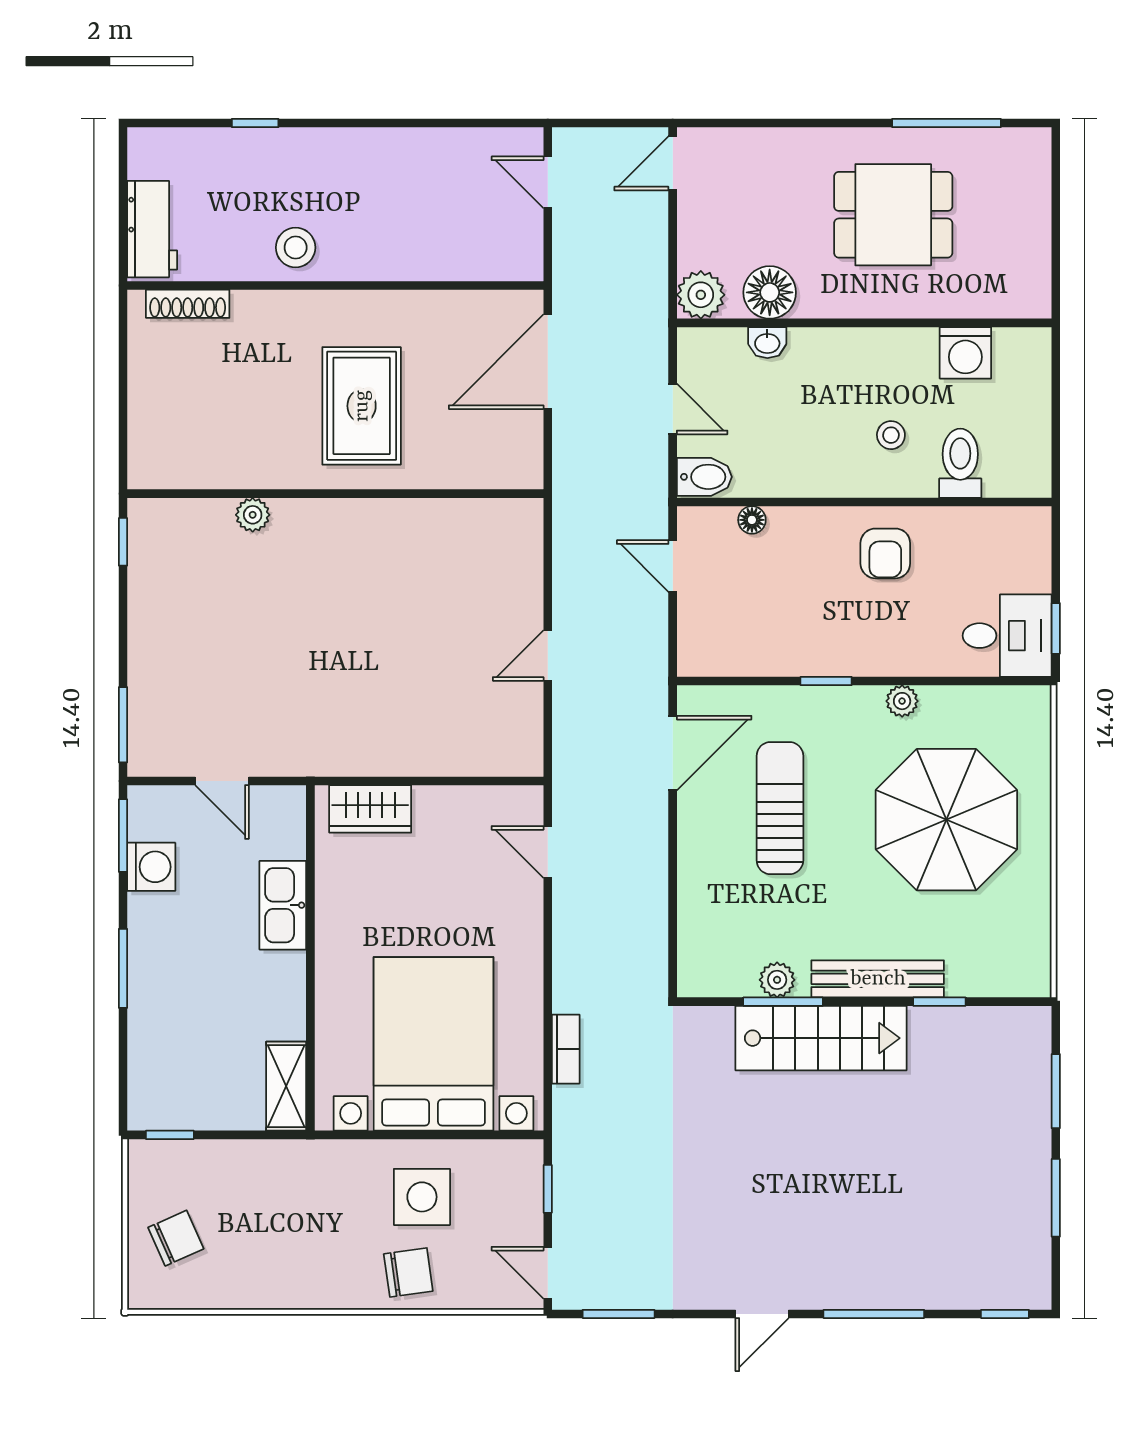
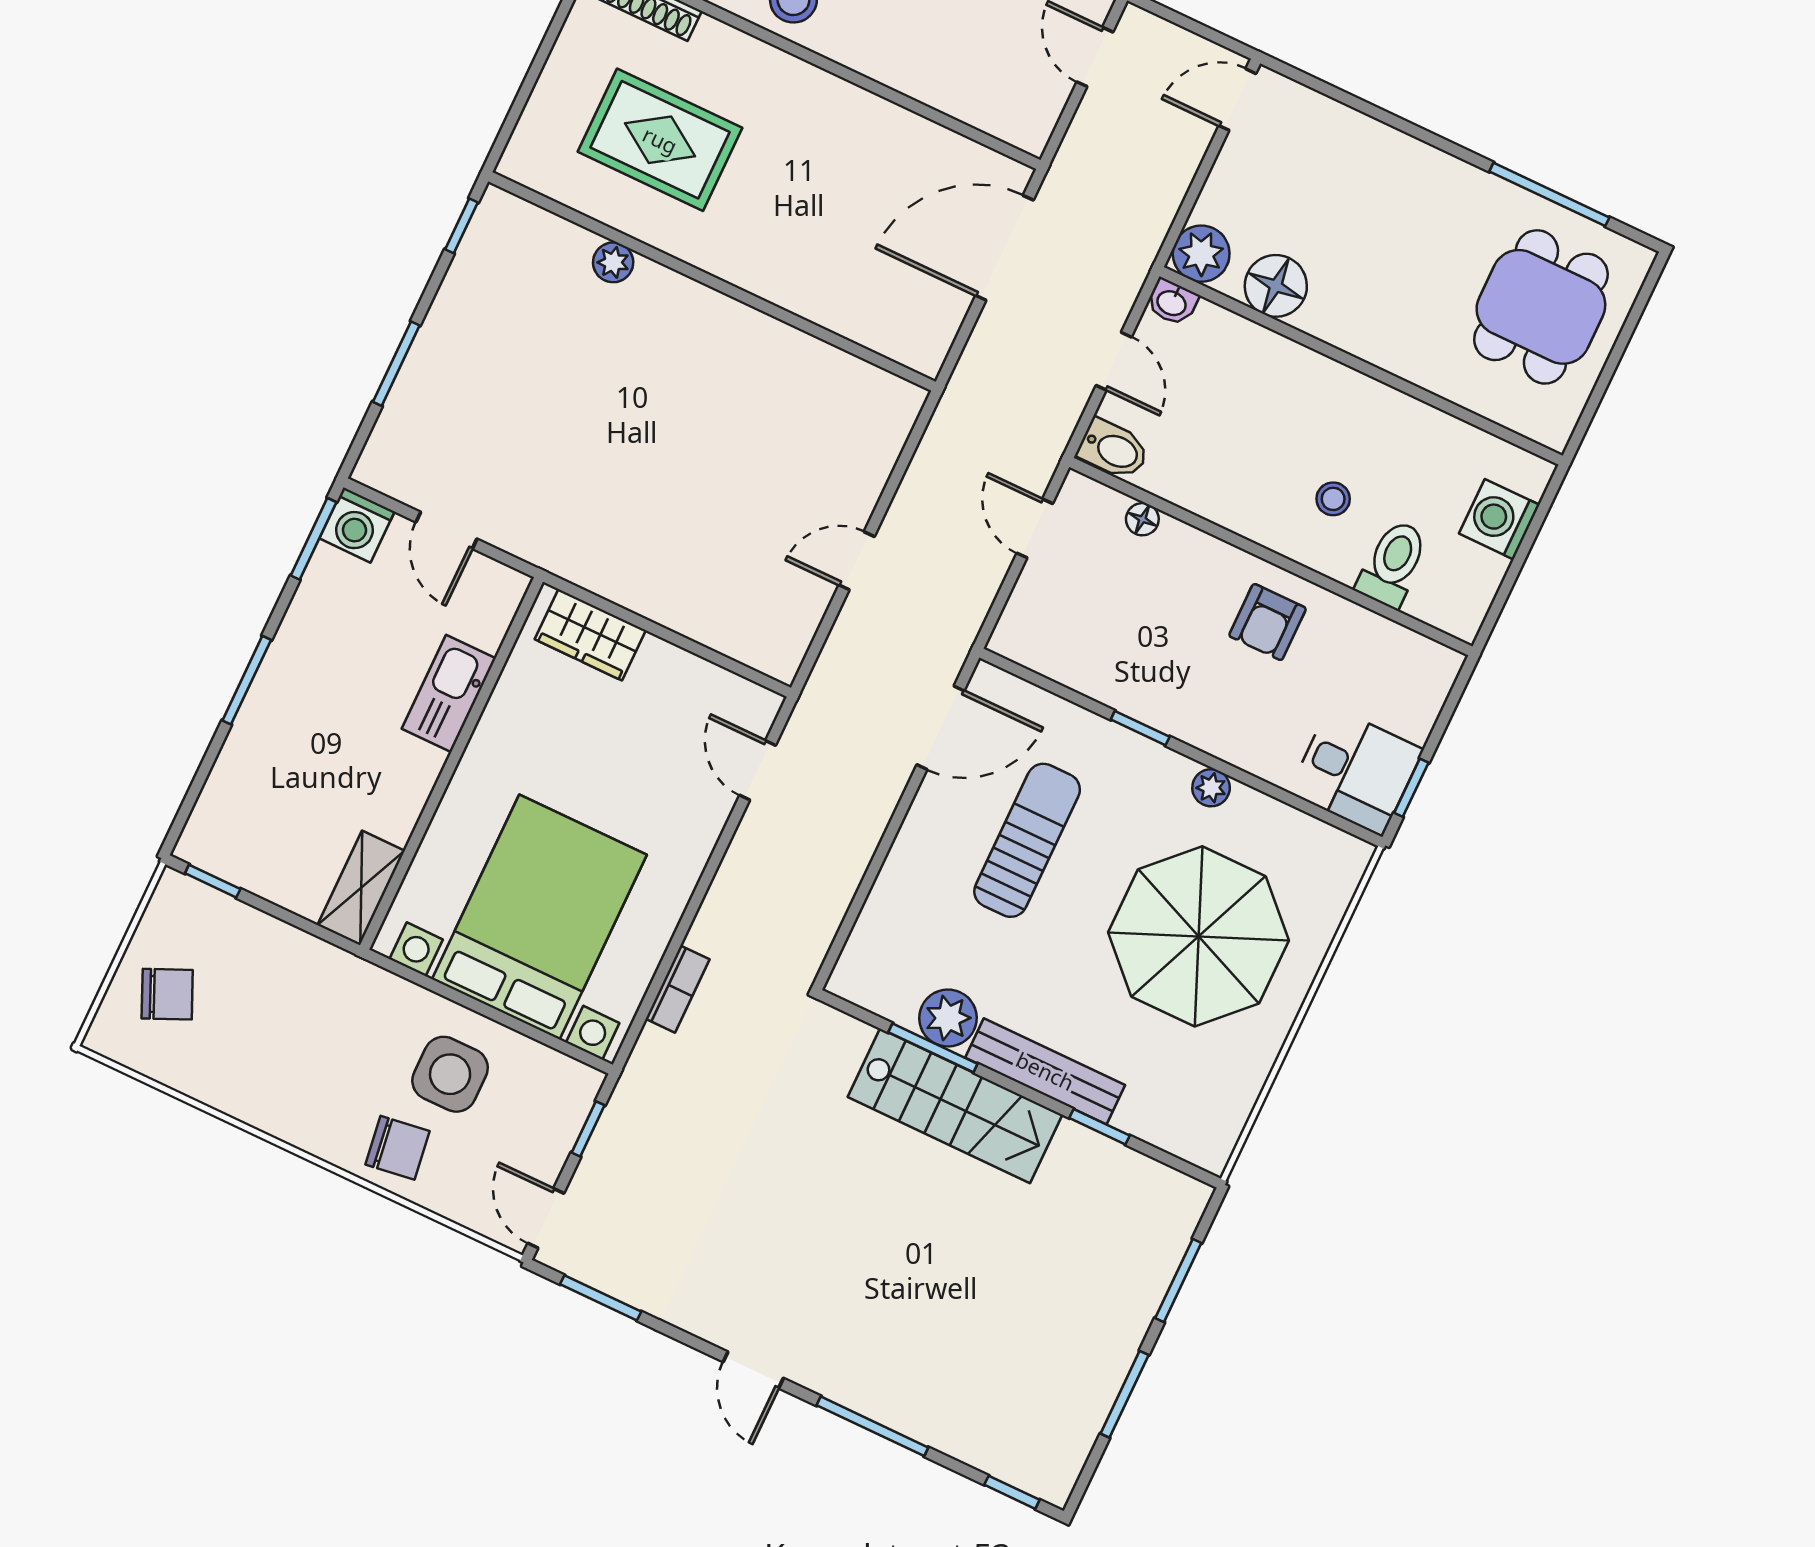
dining table: (893, 215) -> (1541, 307), moved, turned 90
washbasin: (767, 343) -> (1172, 302), moved
washing machine: (965, 353) -> (1499, 519), moved, turned 90
rug: (362, 406) -> (660, 140), moved, turned 90
window: (123, 725) -> (396, 364), moved
washing machine: (151, 867) -> (357, 525), moved, turned 90
plant: (777, 980) -> (948, 1018), width x1.38, depth x1.38
door: (762, 1314) -> (753, 1370), hinge flipped

